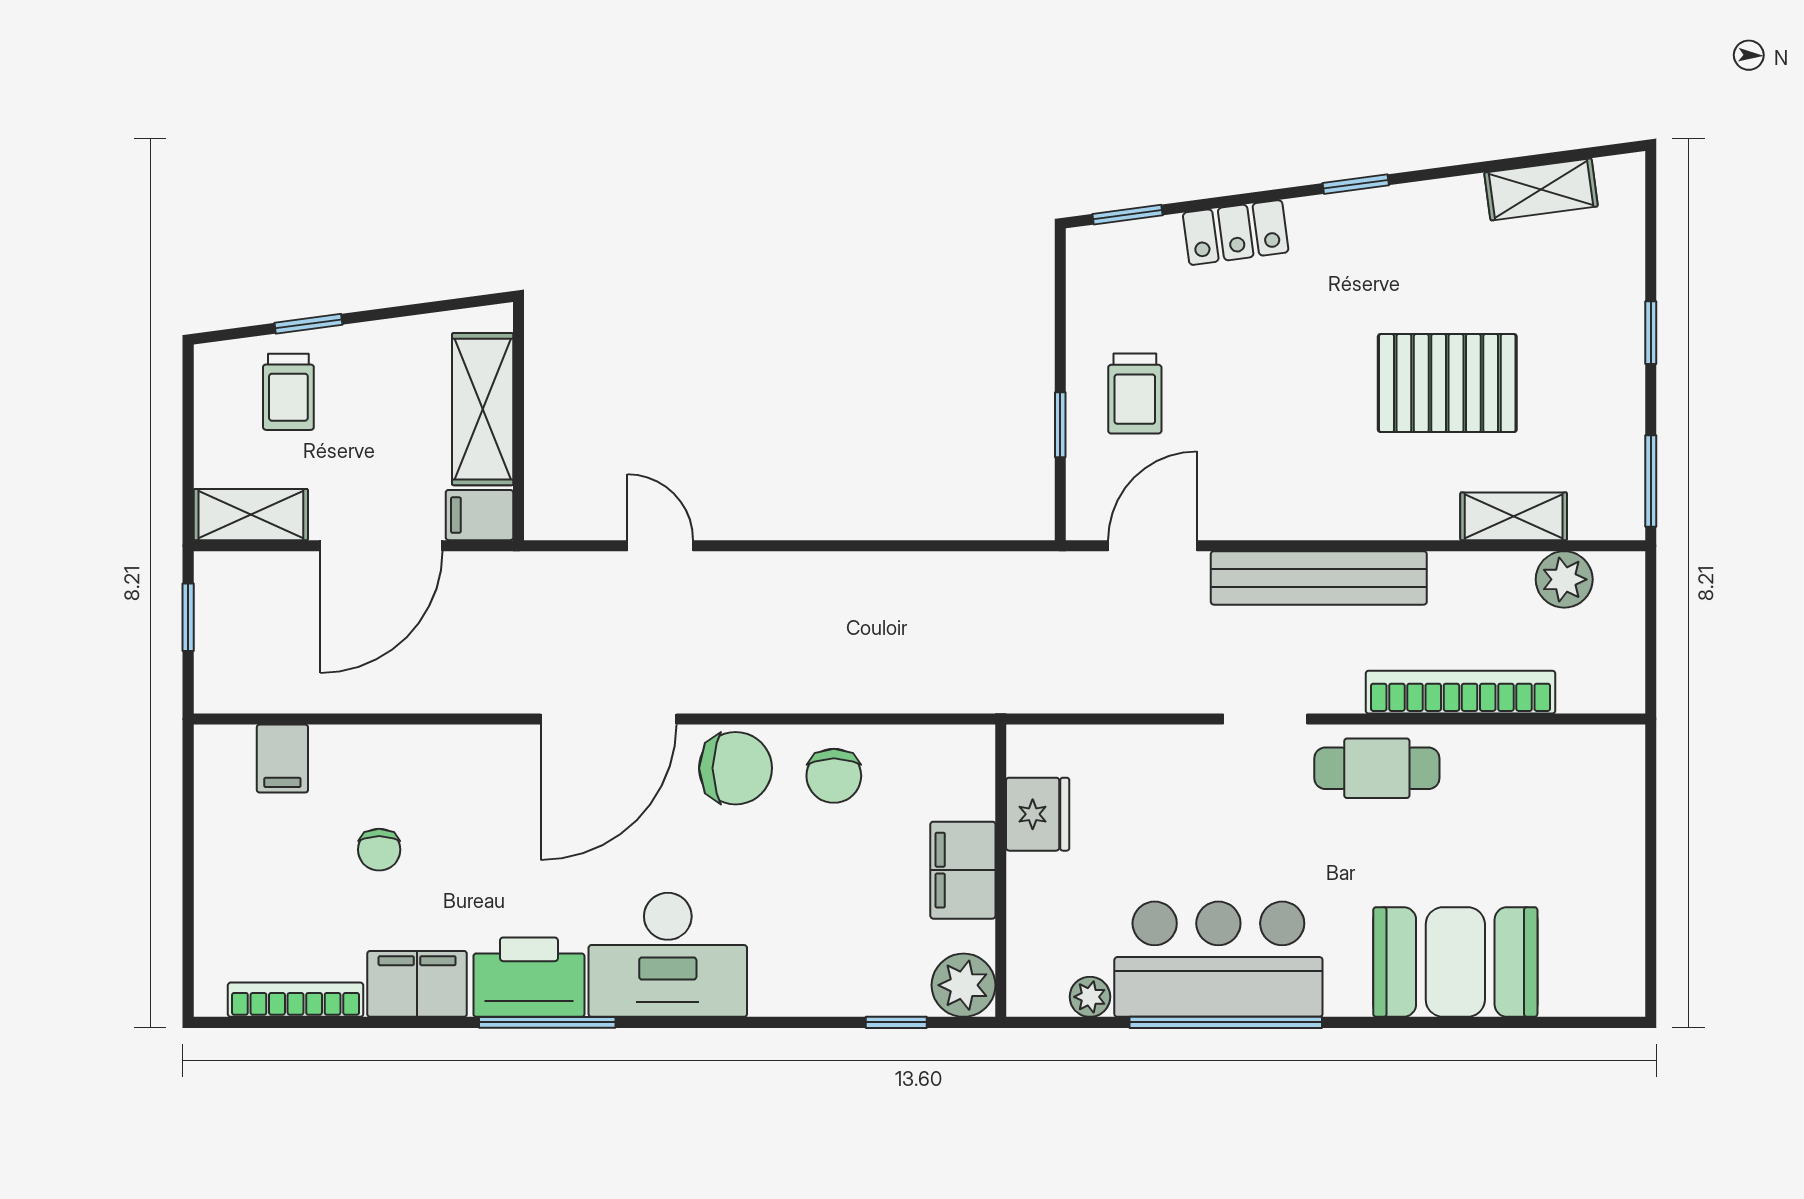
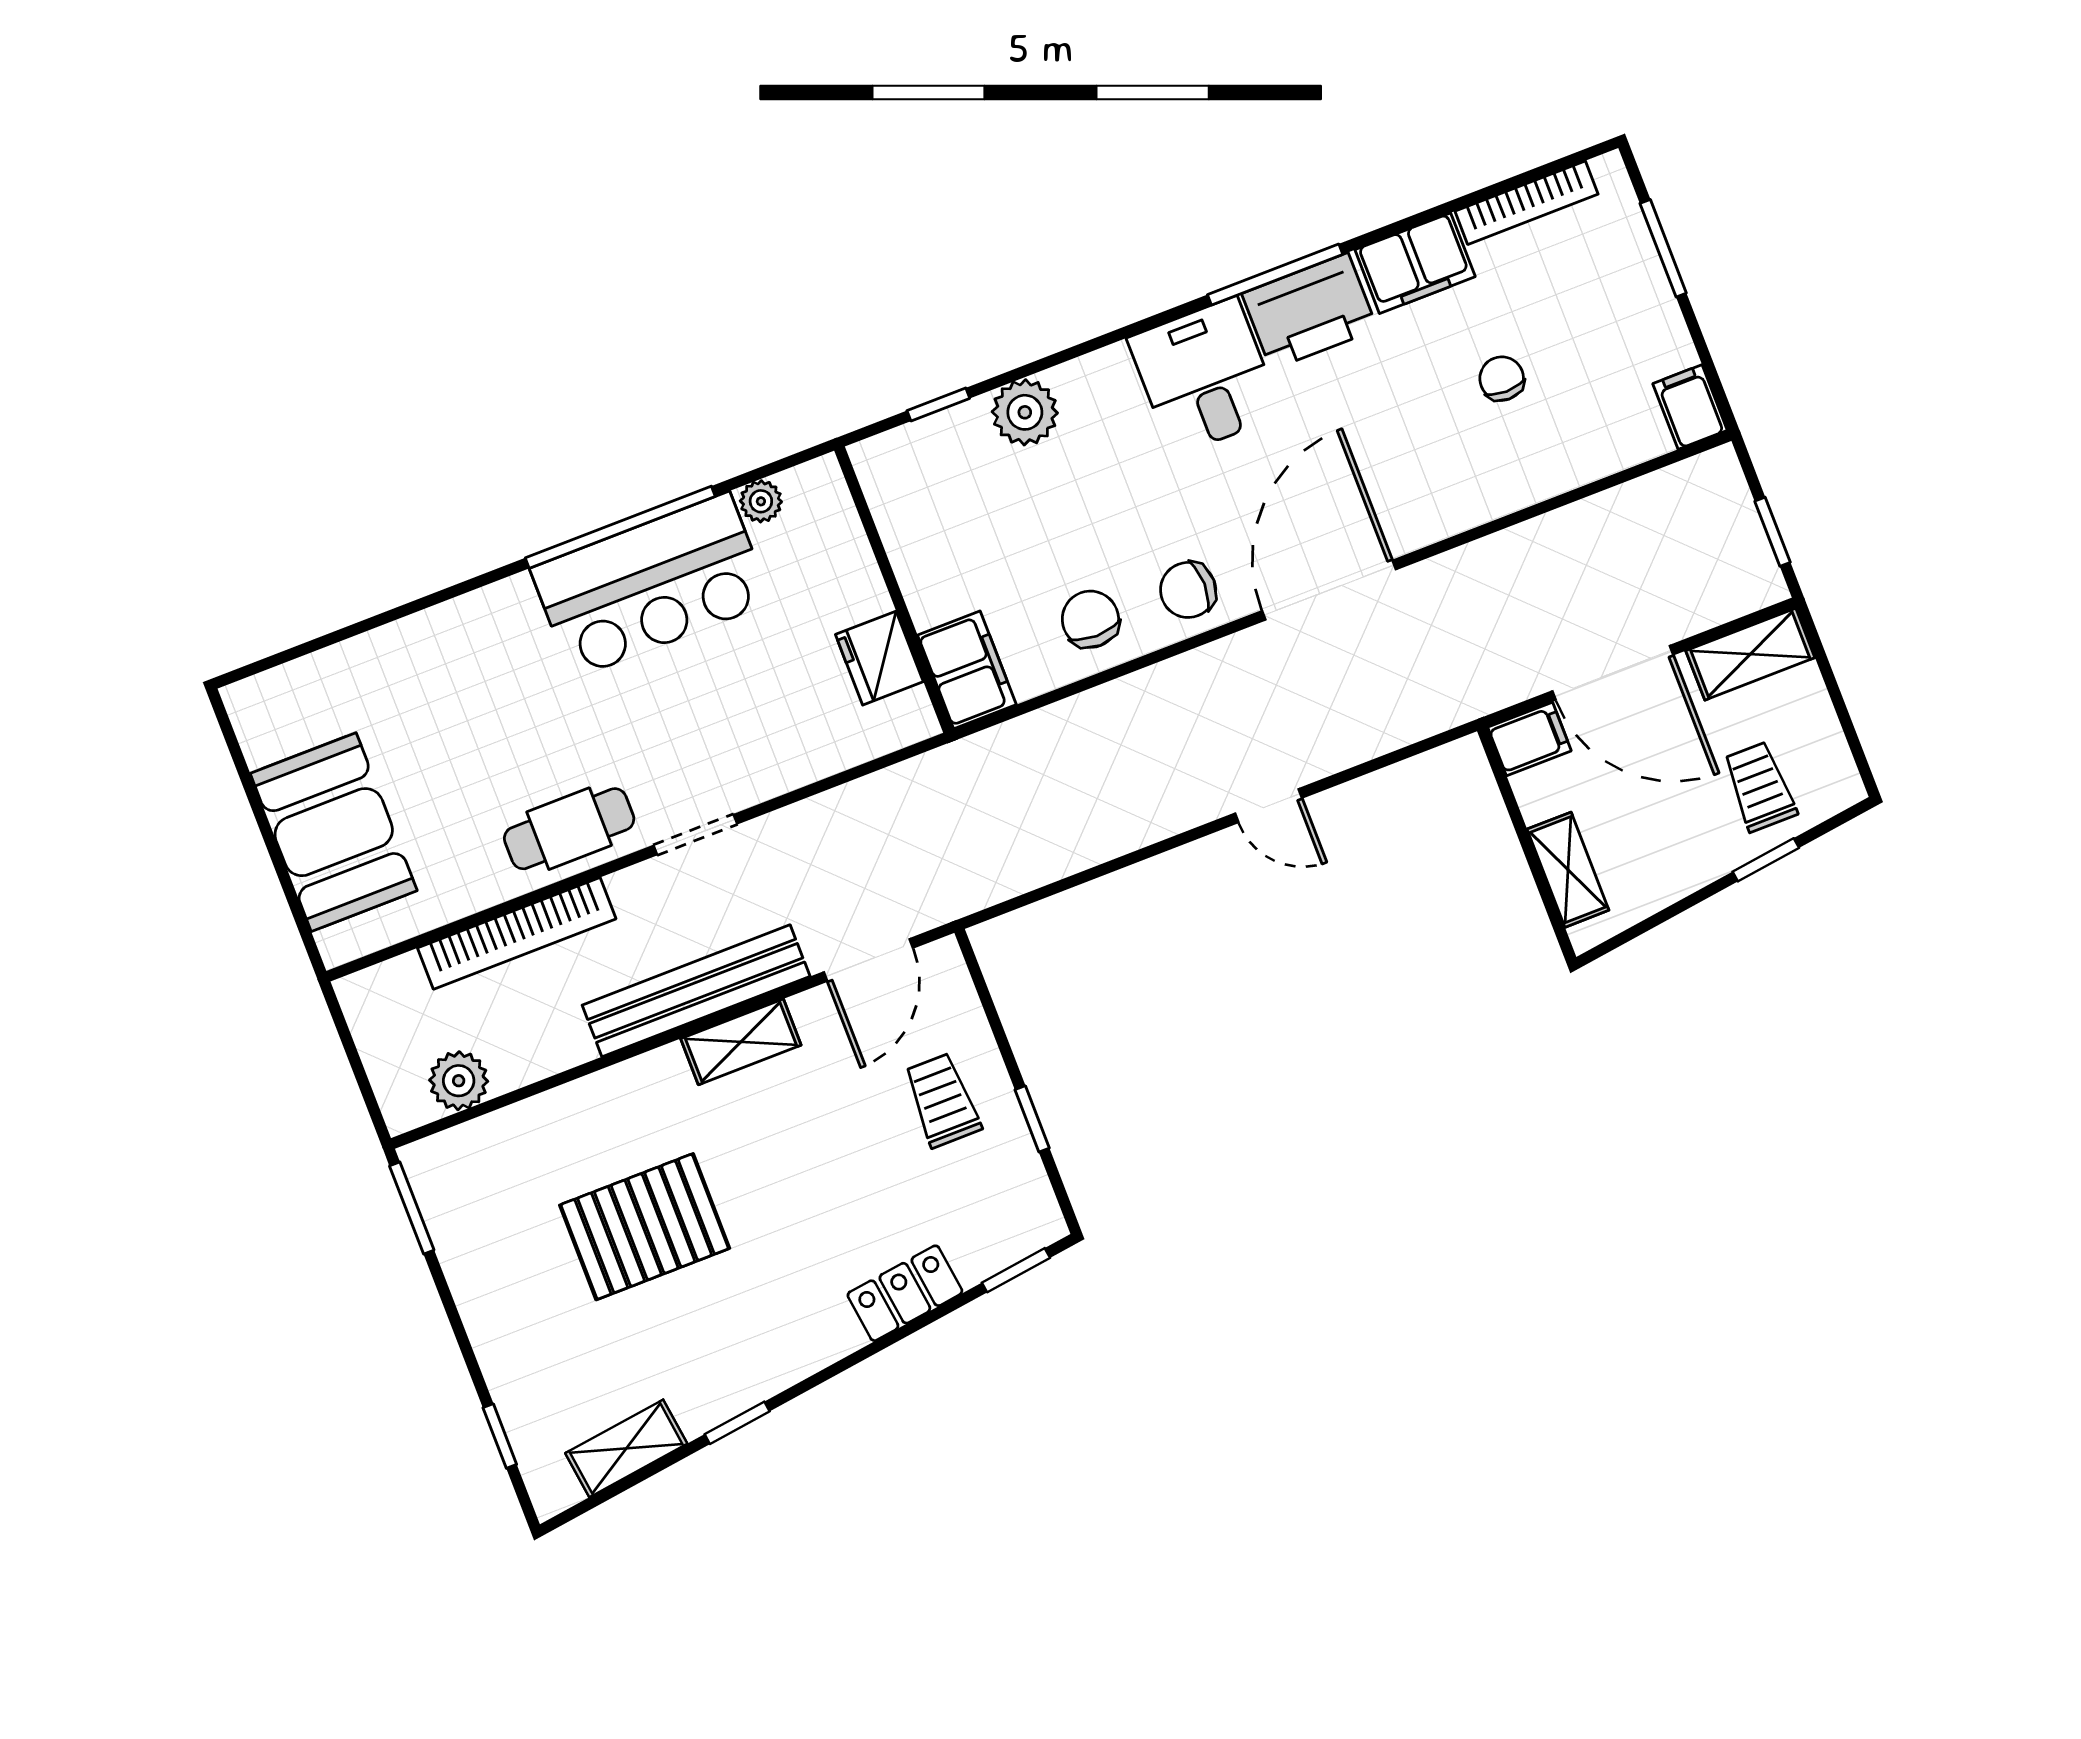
window: (1356, 184) -> (737, 1423), moved
window: (1651, 333) -> (500, 1436), moved
shelving: (483, 409) -> (1568, 870), width x0.67, depth x0.75
window: (1060, 425) -> (1032, 1119), moved
shelving: (1514, 516) -> (741, 1042), moved
door: (381, 546) -> (1613, 673), swing flipped
door: (660, 546) -> (1268, 806), moved
filing cabinet: (282, 759) -> (1690, 407), moved
chair: (736, 768) -> (1188, 590), width x0.73, depth x0.73
filing cabinet: (963, 870) -> (967, 670), moved
window: (188, 911) -> (1663, 248), added
desk: (668, 955) -> (1205, 377), width x0.73
booth: (1455, 962) -> (334, 832), moved, turned 90
plant: (964, 985) -> (1025, 412), moved

